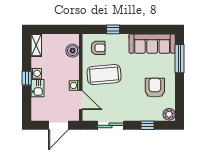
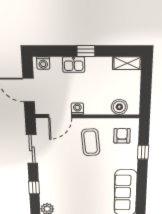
armchair: (98, 48) -> (122, 136), turned 180
washing machine: (36, 73) -> (43, 63), moved
coffee table: (104, 75) -> (91, 142), width x0.73, depth x0.76
armchair: (155, 88) -> (76, 195), removed

